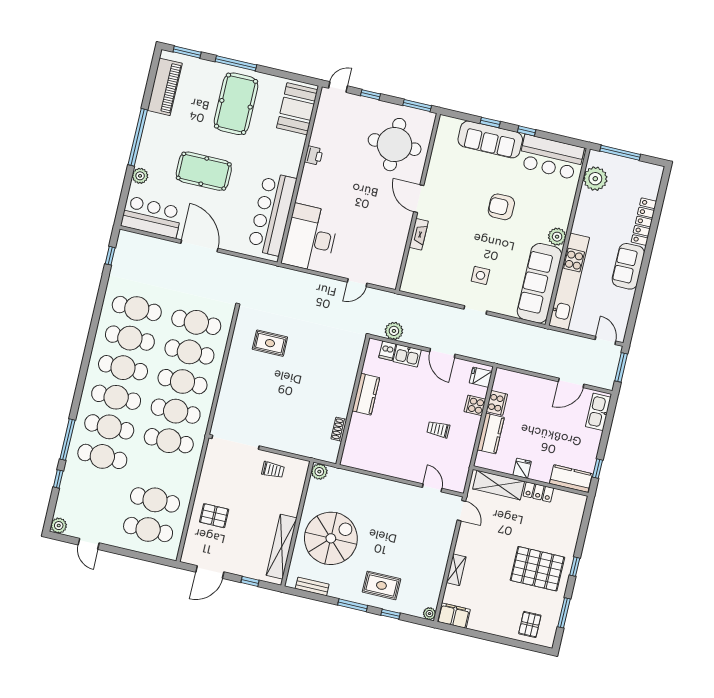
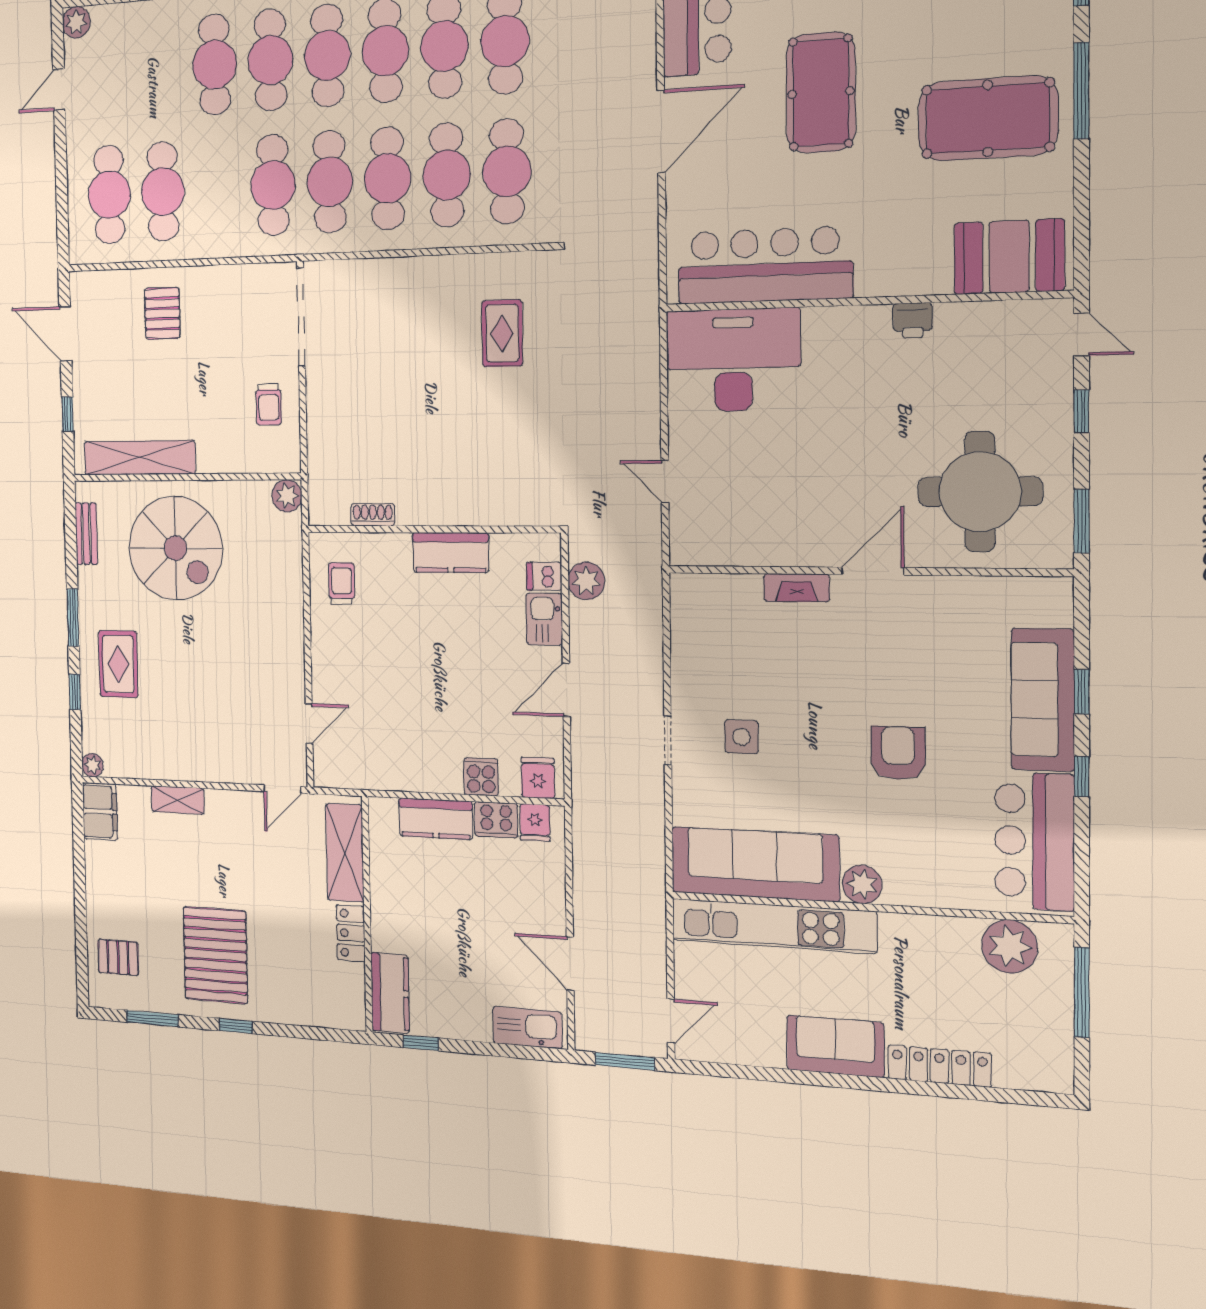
trolley: (438, 429) -> (342, 584), moved
fridge: (522, 468) -> (535, 823), moved, turned 90

